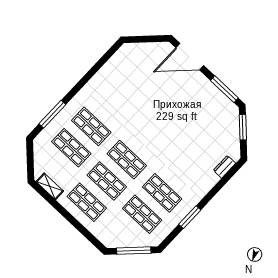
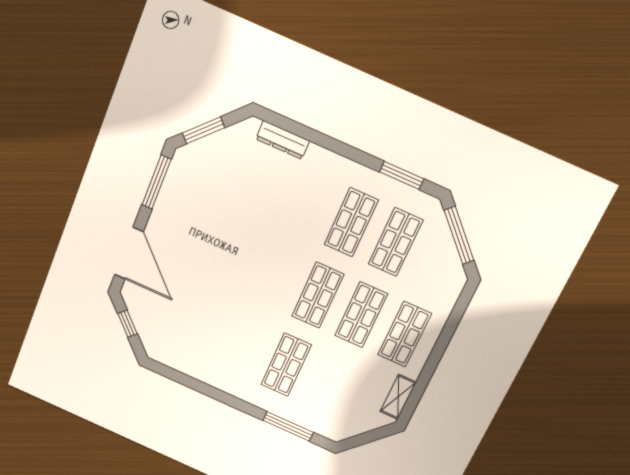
window: (148, 39) -> (128, 324), added
shop shelf: (71, 148) -> (328, 384), removed
dresser: (224, 167) -> (283, 140), width x1.44
window: (190, 217) -> (402, 175), moved

